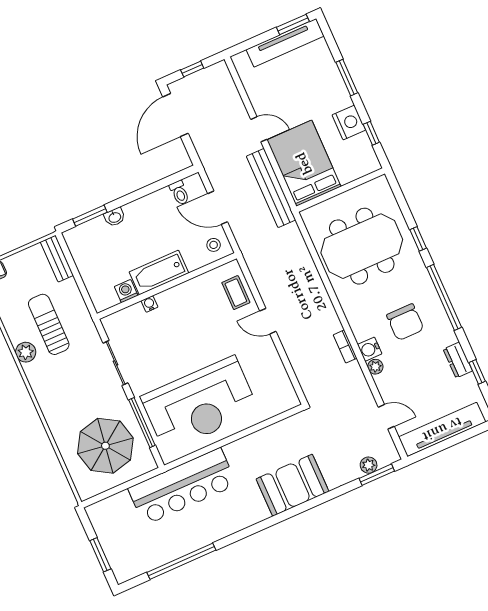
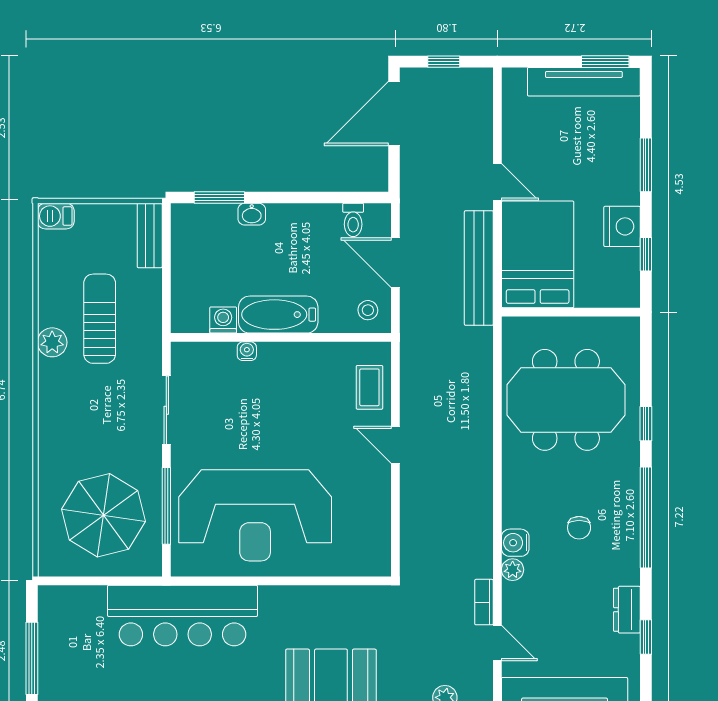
chair: (405, 322) -> (579, 528), width x0.54, depth x0.54
bookcase: (345, 347) -> (484, 602), moved
window: (100, 555) -> (32, 658), width x1.44

